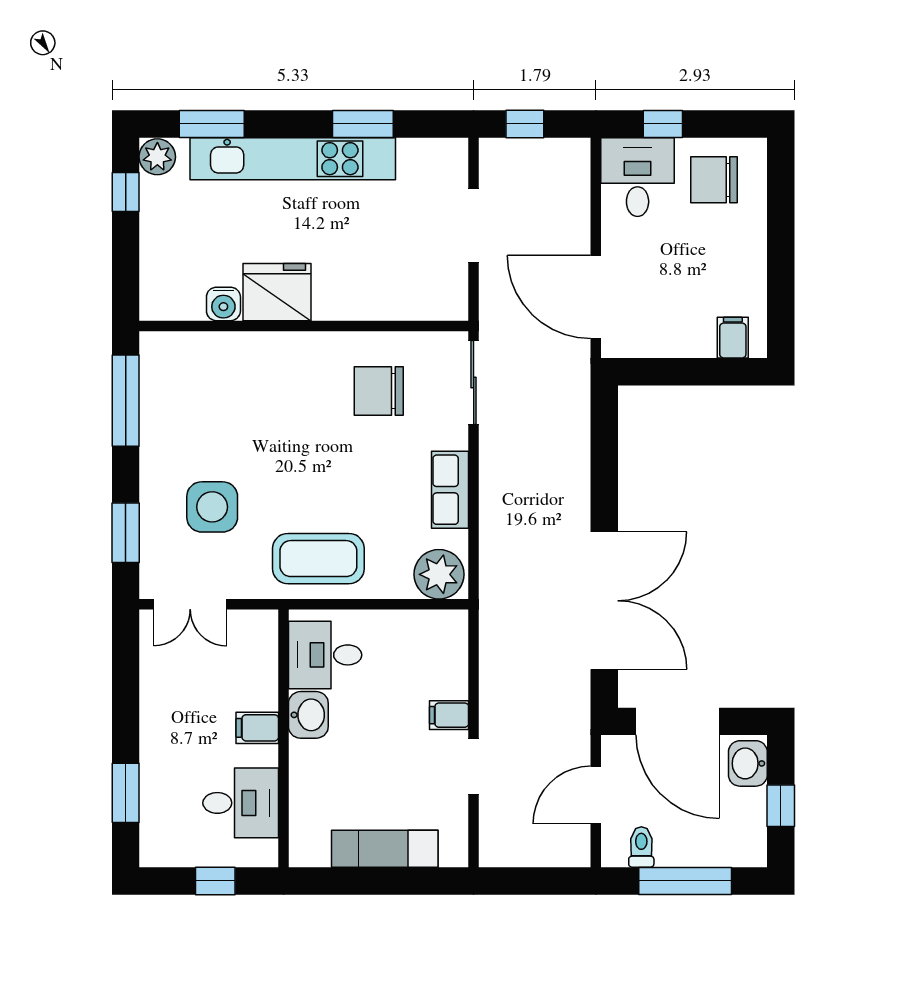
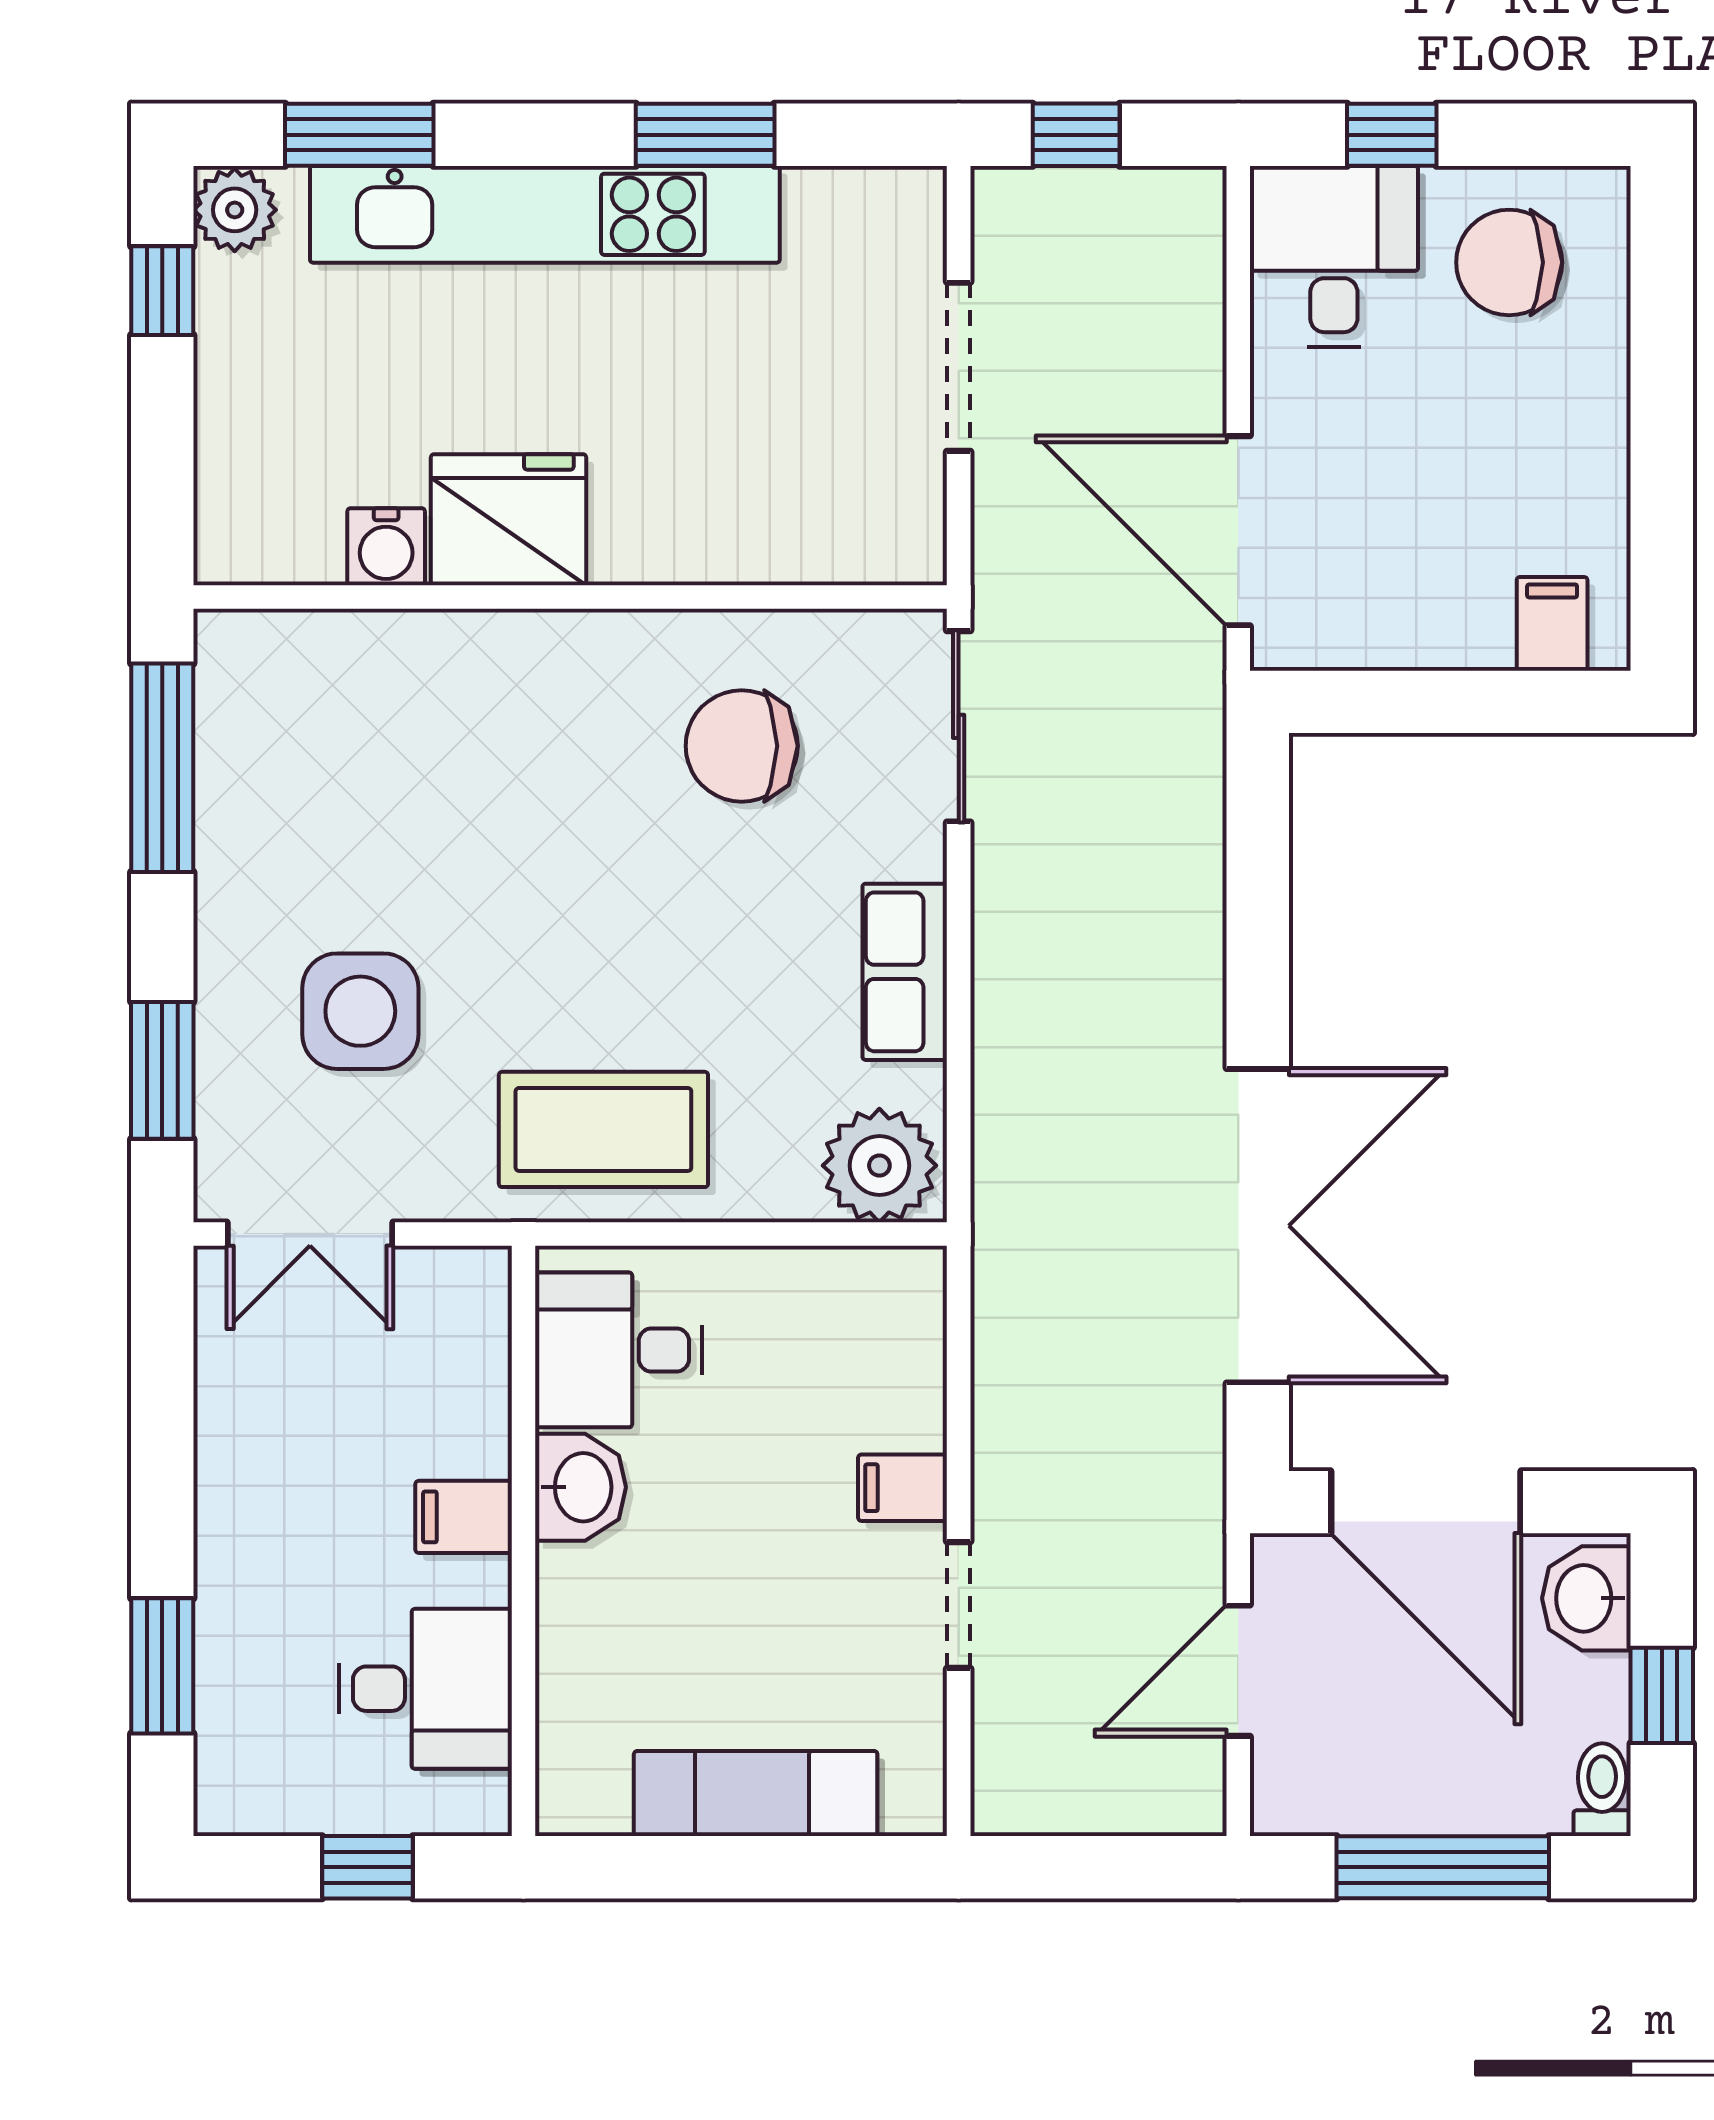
toilet: (641, 847) -> (1602, 1790), moved

